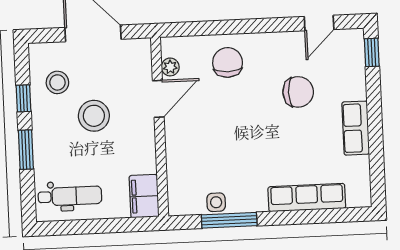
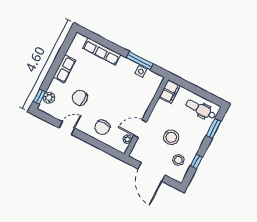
door: (319, 23) -> (67, 128), moved
plant: (354, 60) -> (49, 98), added
window: (26, 150) -> (214, 128), moved

